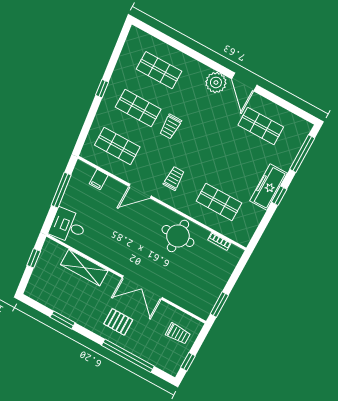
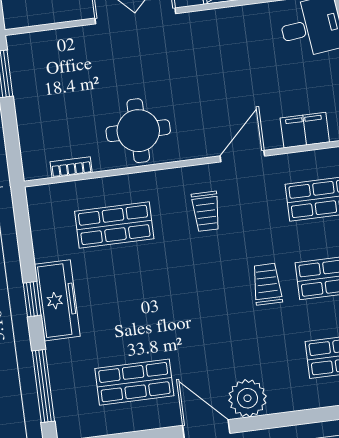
filing cabinet: (99, 180) -> (305, 130), width x2.00

